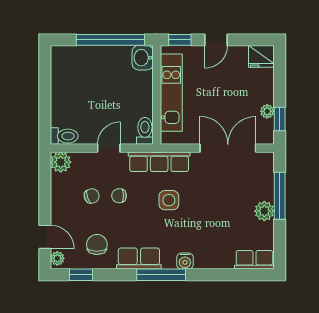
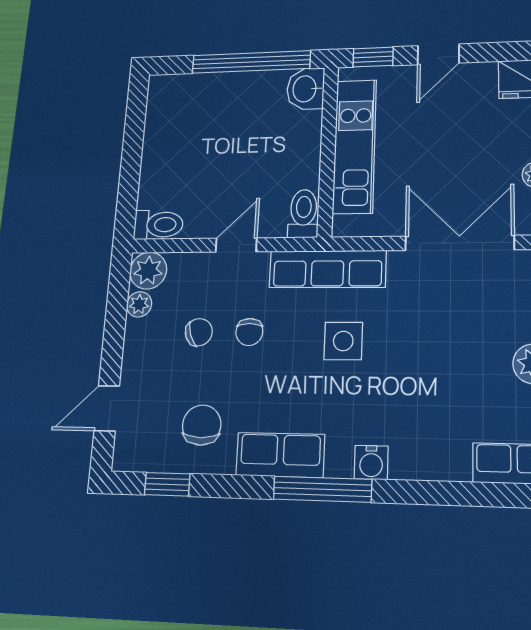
chair: (119, 196) -> (249, 332), turned -90
door: (45, 237) -> (107, 408), swing flipped
plant: (57, 258) -> (139, 304), moved

